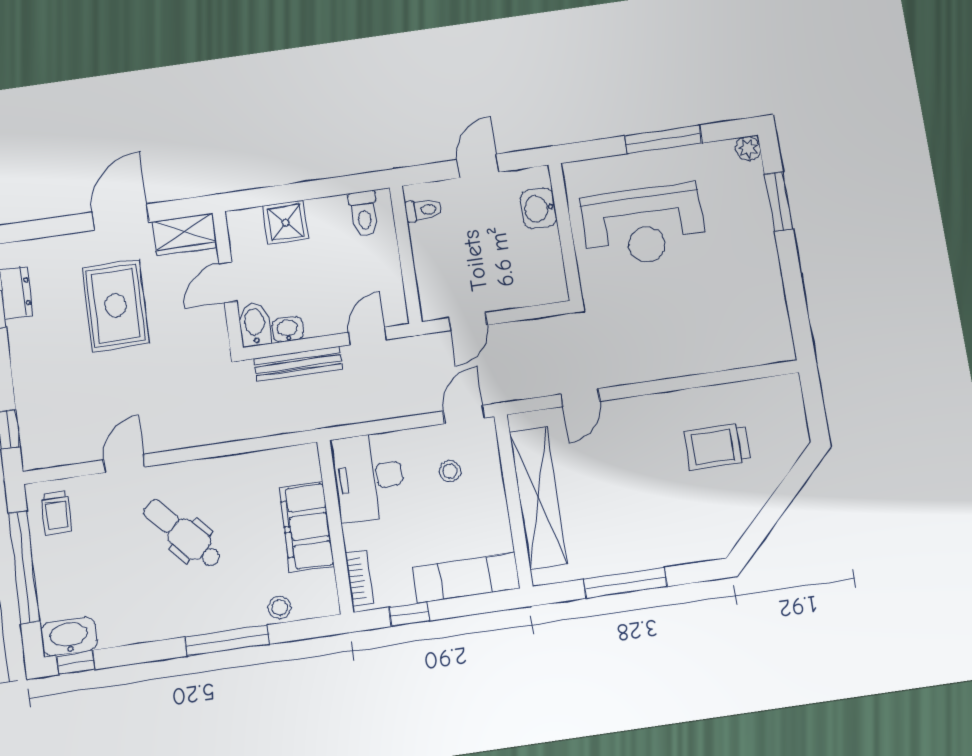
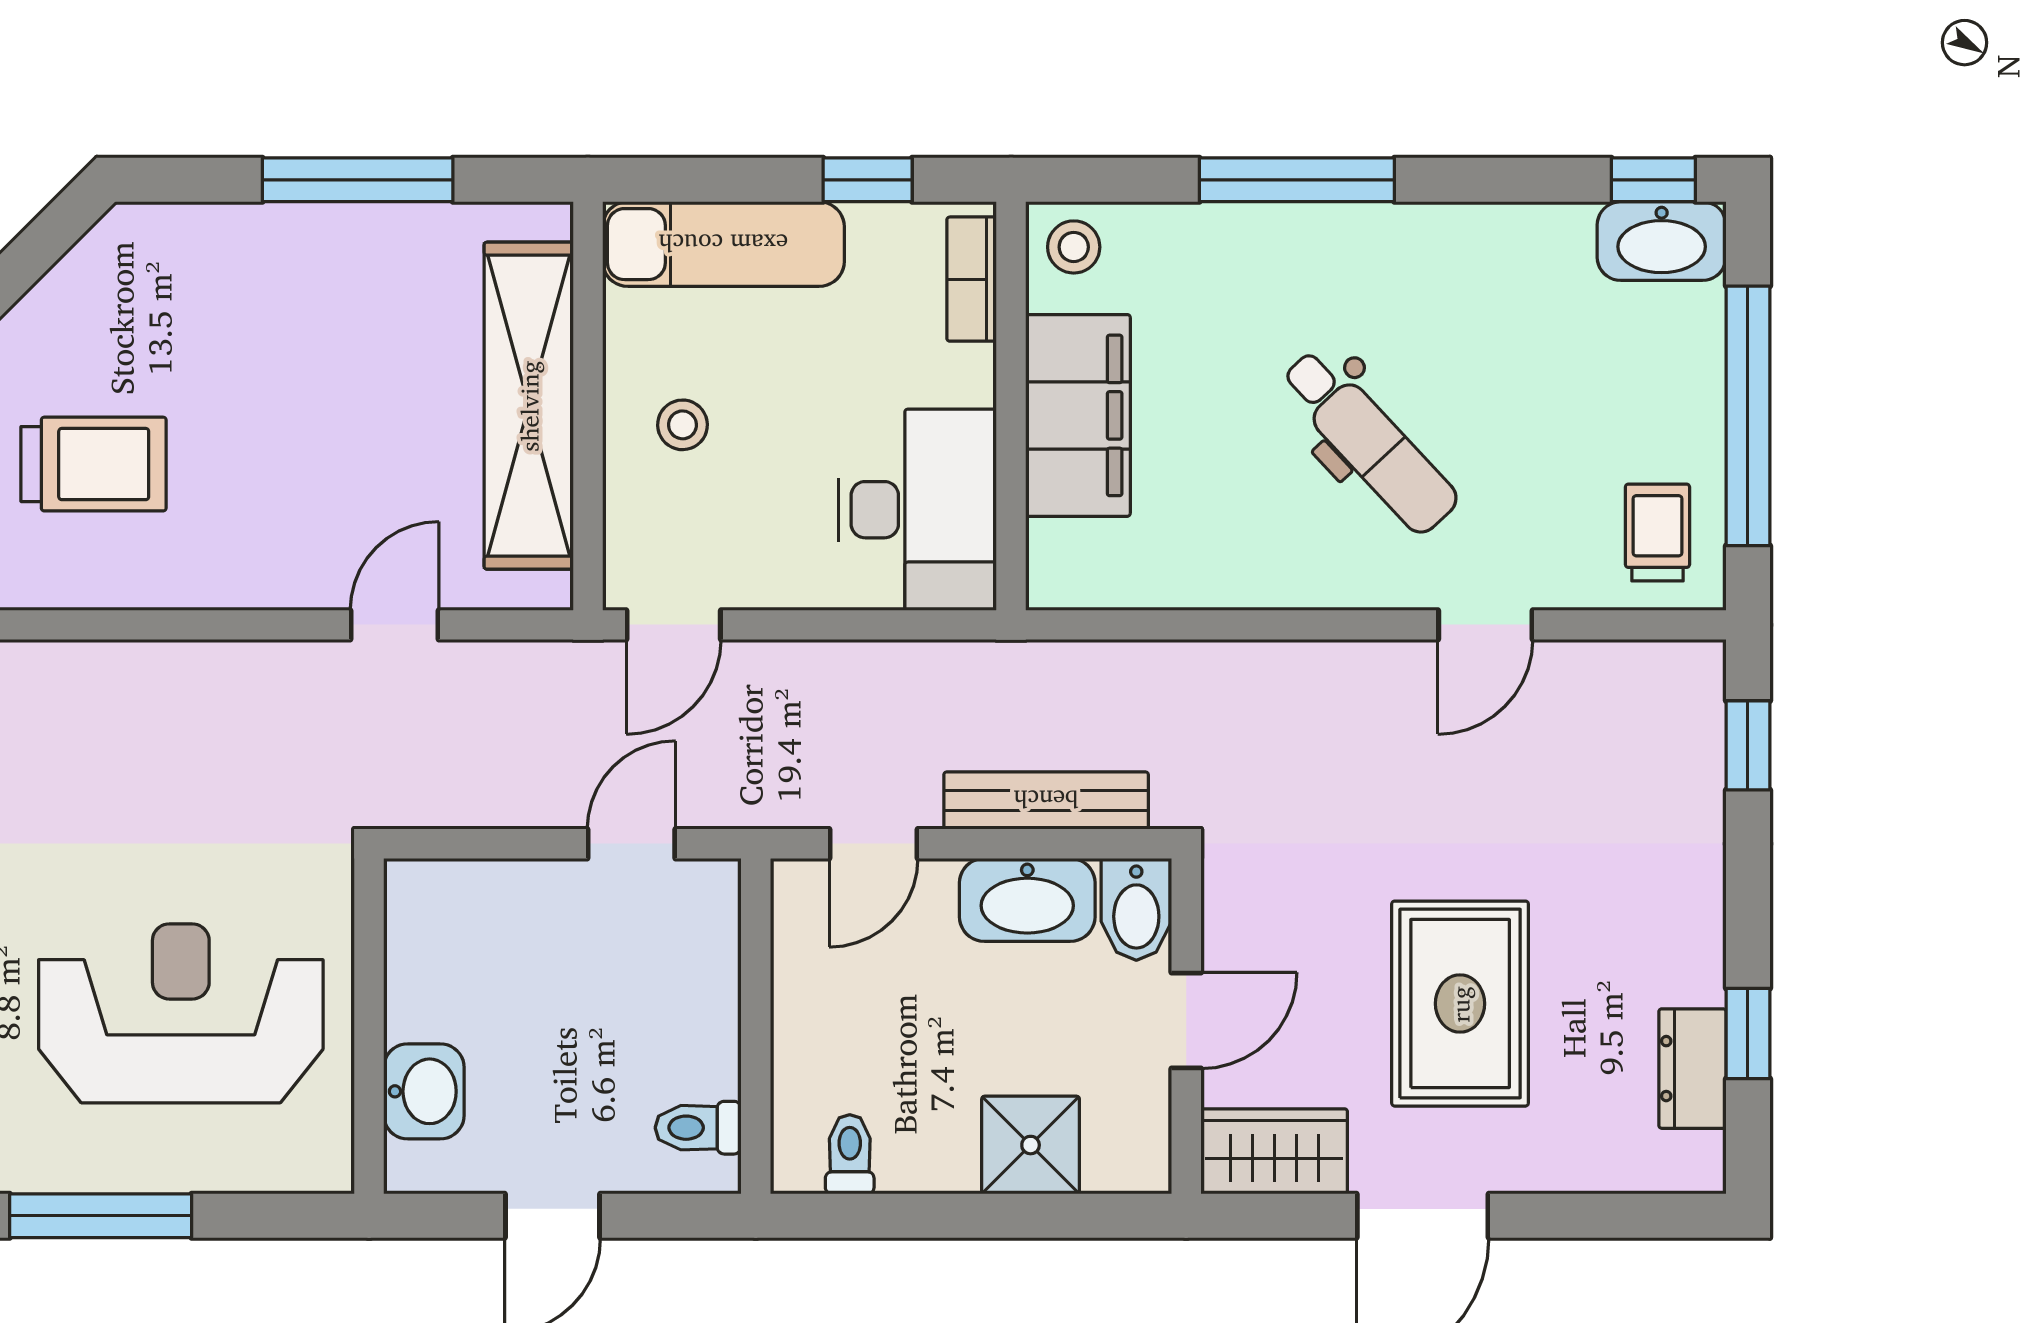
toilet: (364, 214) -> (850, 1154), width x0.73, depth x0.72
washbasin: (288, 329) -> (1027, 900), width x1.91, depth x1.45
stool: (450, 471) -> (683, 425), moved
stool: (279, 608) -> (1074, 247), moved

